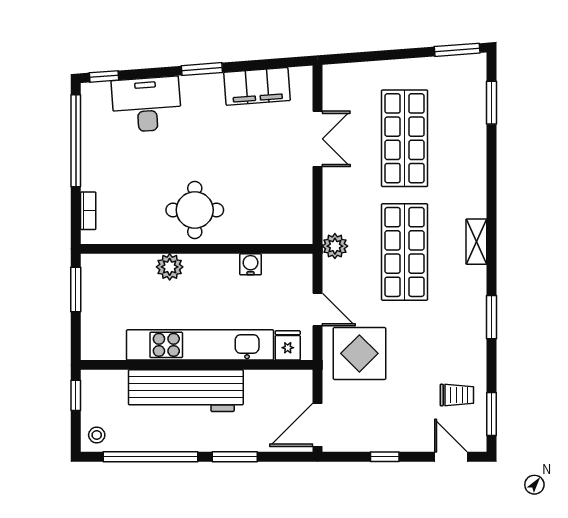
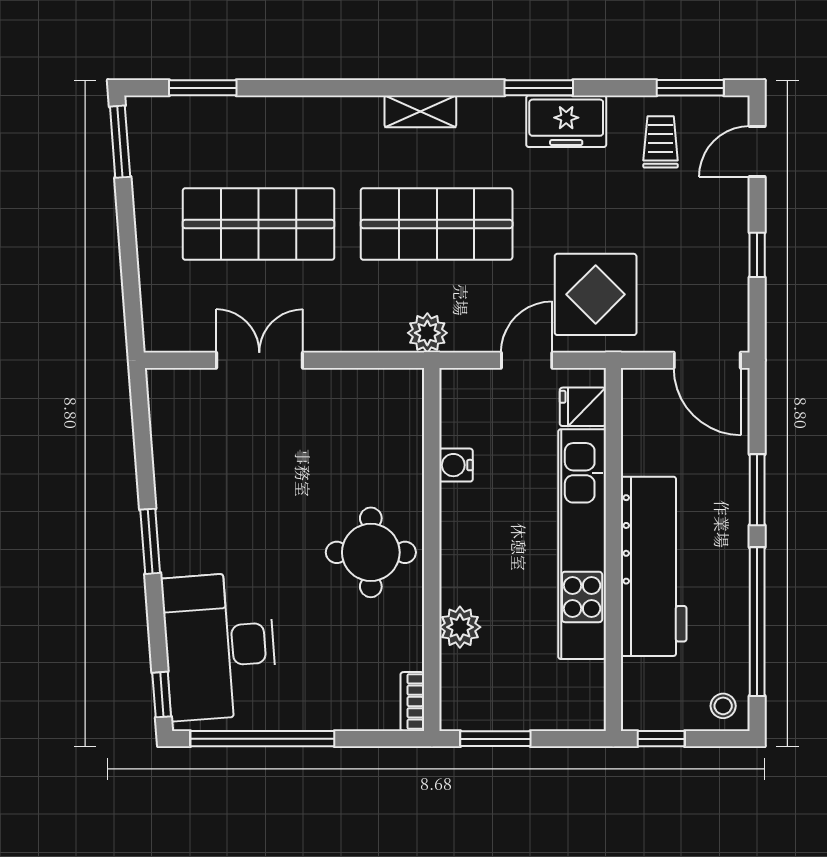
filing cabinet: (257, 86) -> (177, 455), removed
desk: (147, 105) -> (220, 646), width x1.36, depth x1.30
bookcase: (88, 211) -> (412, 702), moved, turned -90
plant: (170, 267) -> (460, 627), moved
freezer: (470, 335) -> (566, 121), added

